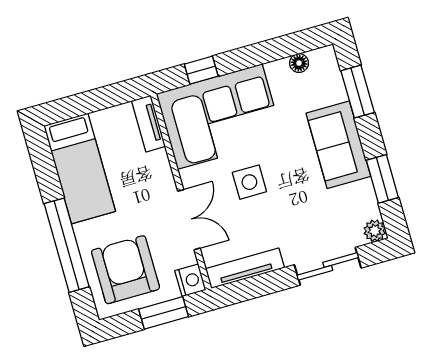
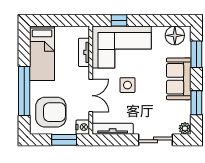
floor lamp: (299, 63) -> (175, 35), width x1.89, depth x1.89
tv unit: (148, 124) -> (84, 52), moved
armchair: (125, 270) -> (51, 112), turned 90

